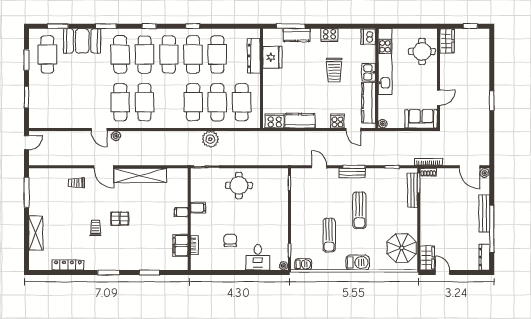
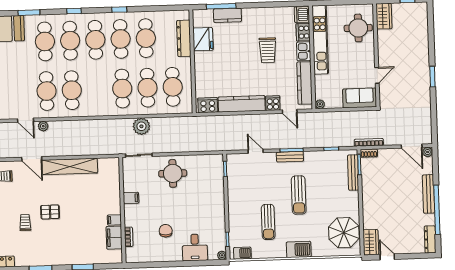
cooker: (329, 35) -> (303, 32), moved, turned 90
kitchen counter: (300, 121) -> (242, 104), width x1.50
filing cabinet: (181, 212) -> (114, 220), moved

